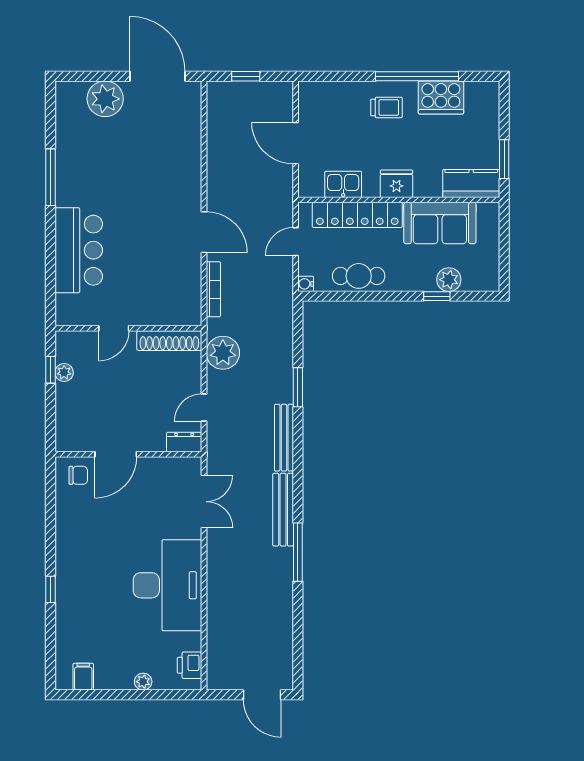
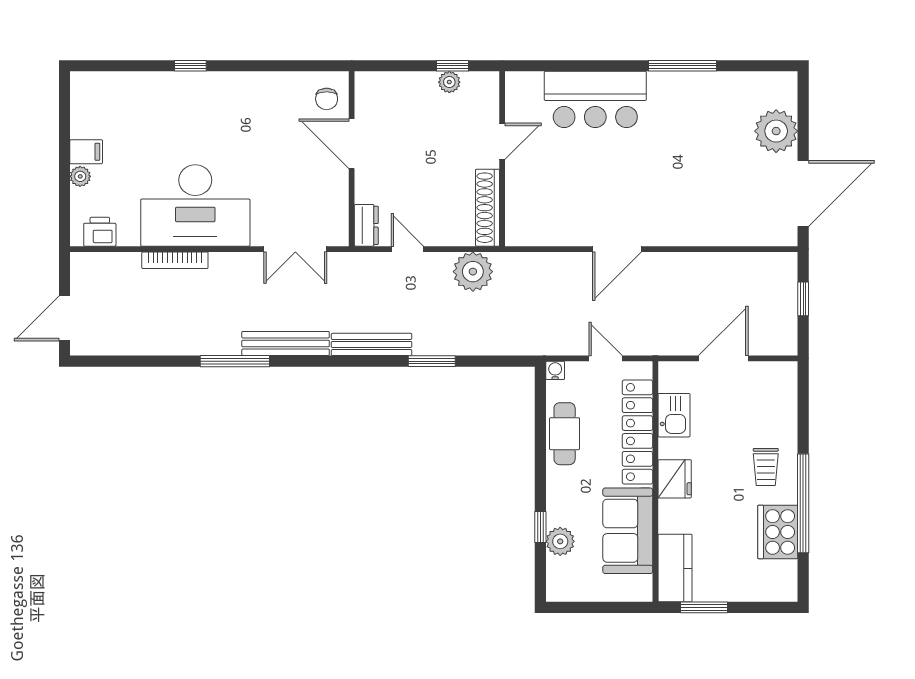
bookcase: (213, 289) -> (175, 260), moved
door: (114, 328) -> (502, 141), swing flipped
filing cabinet: (83, 677) -> (86, 152), moved

